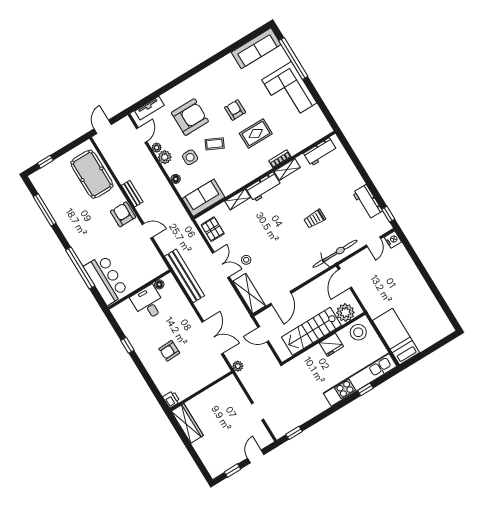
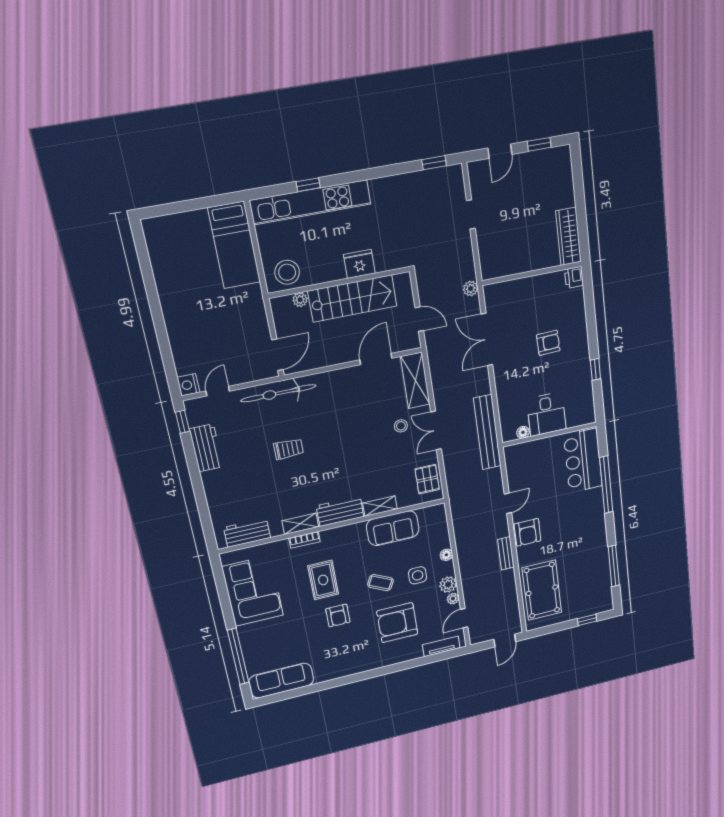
corner sofa: (289, 91) -> (253, 591), moved
rug: (256, 134) -> (323, 580), turned 90
sofa: (204, 198) -> (393, 528), moved
door: (147, 231) -> (508, 503), swing flipped
plant: (345, 313) -> (300, 300), width x0.53, depth x0.53
fridge: (331, 345) -> (359, 264), moved

